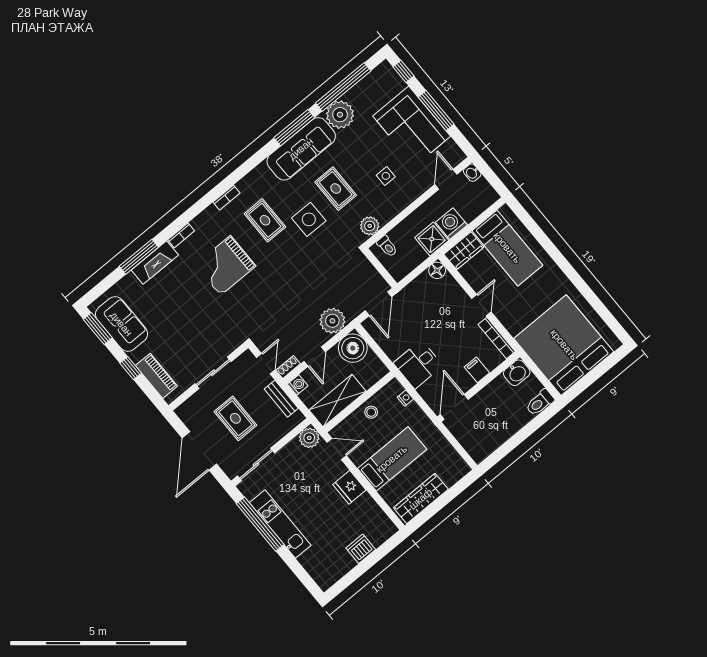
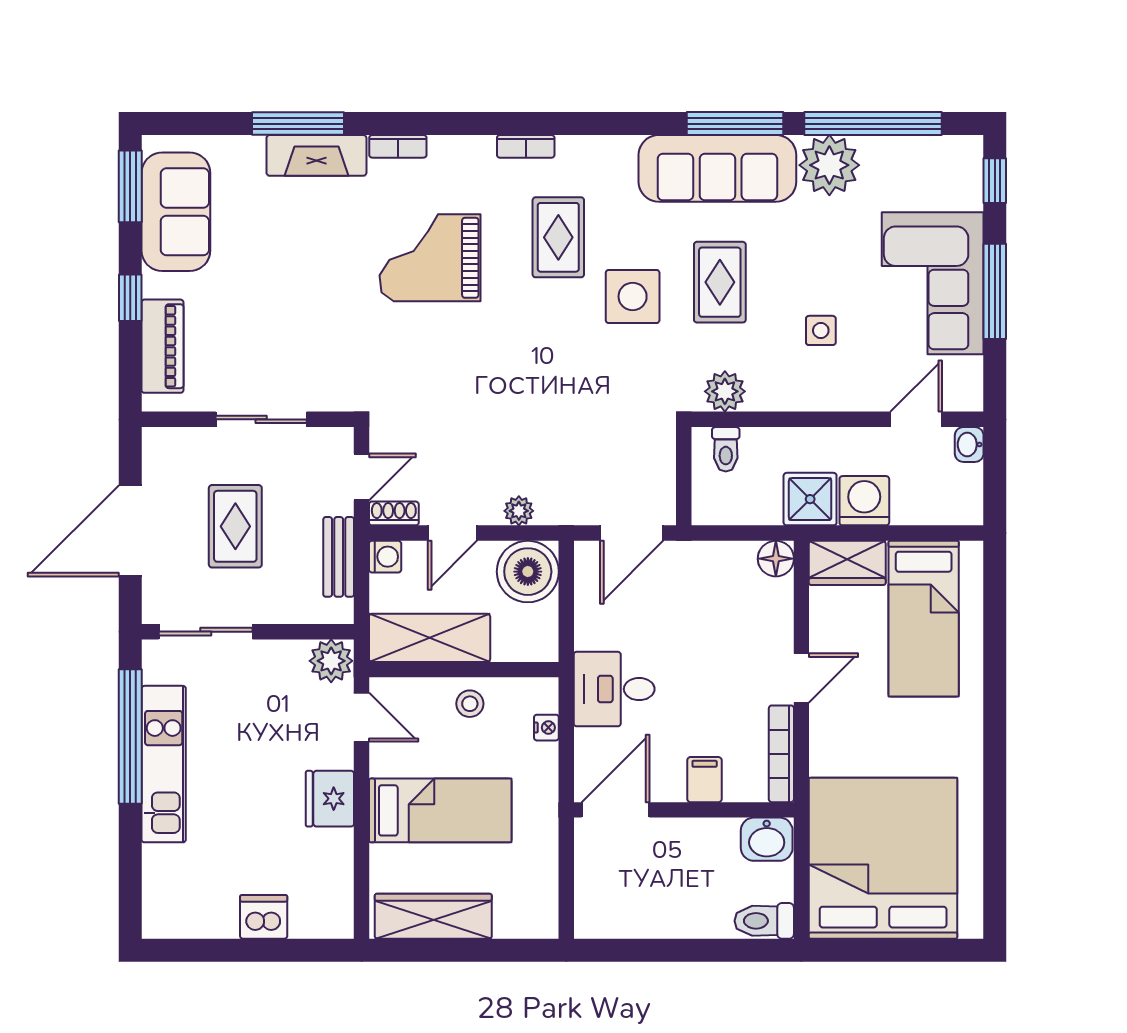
plant: (332, 321) -> (519, 511), width x0.53, depth x0.53

